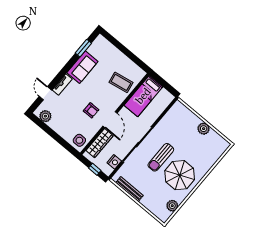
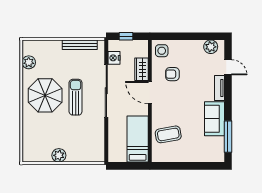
window: (83, 48) -> (228, 137), width x1.44
armchair: (91, 110) -> (172, 74), moved
wardrobe: (100, 143) -> (141, 69), width x0.67

